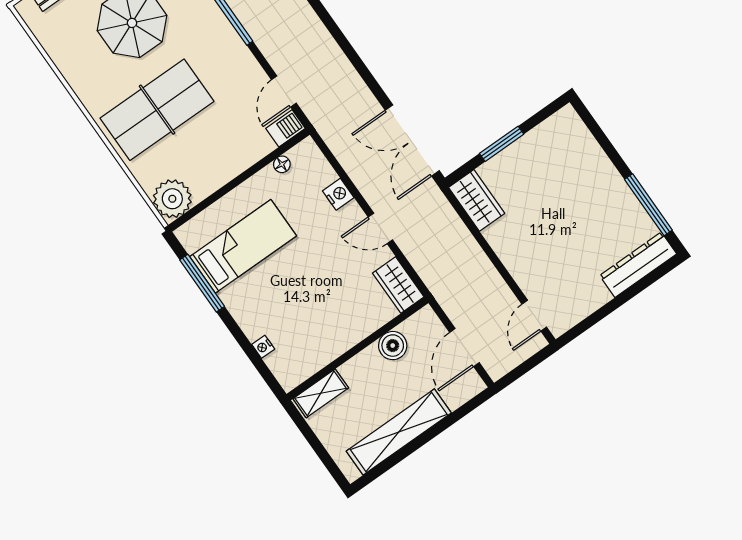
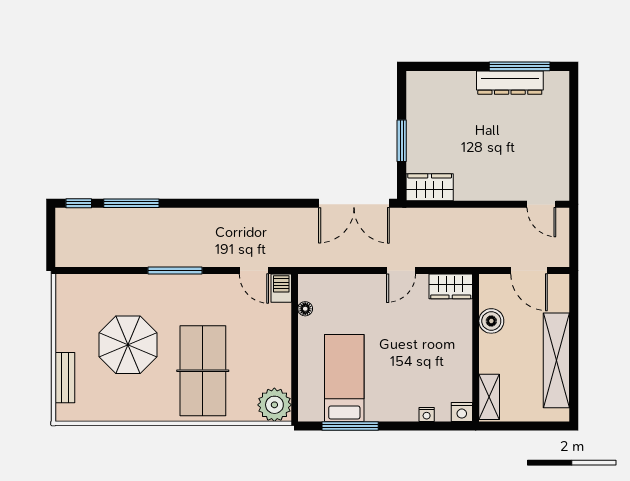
nightstand: (338, 194) -> (462, 412), moved, turned 180
dresser: (638, 265) -> (510, 83), moved, turned -90

